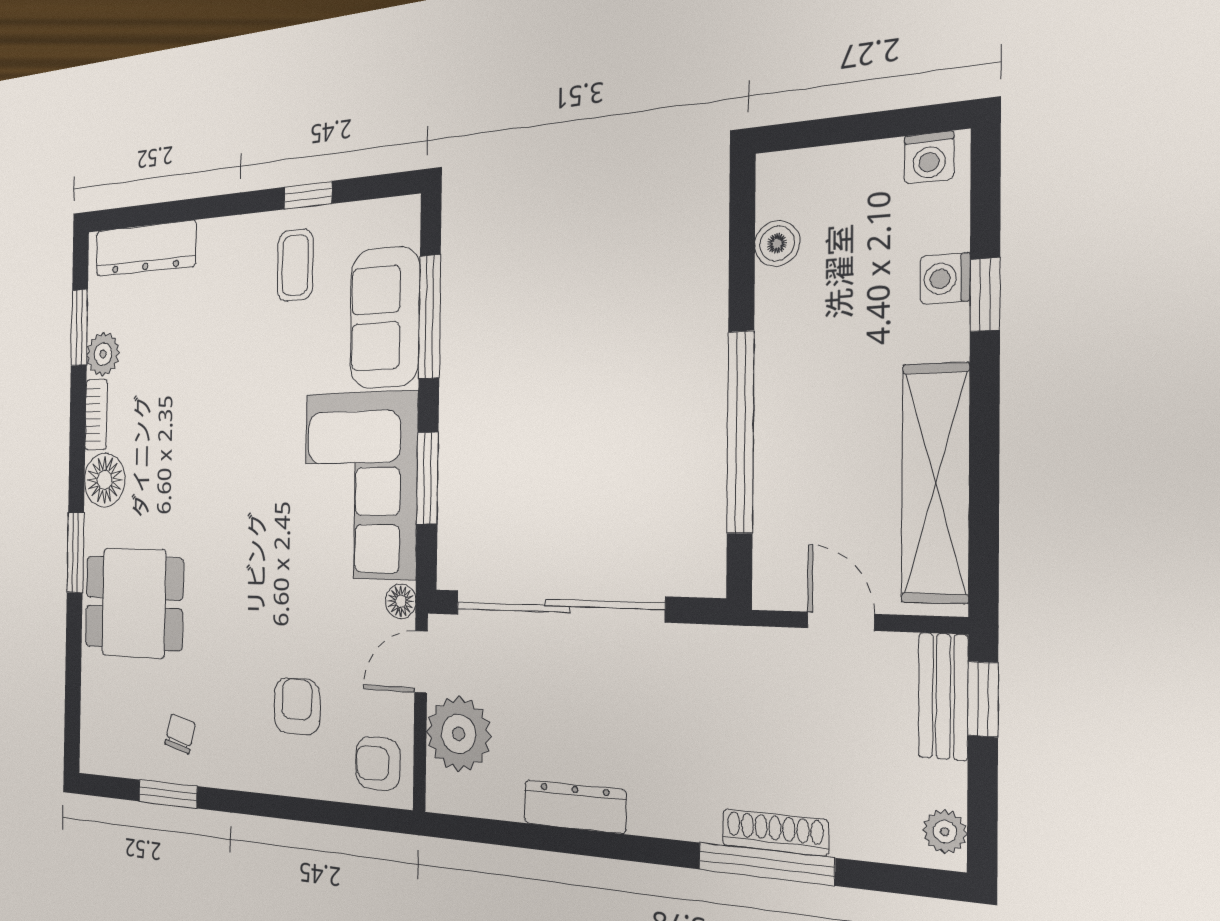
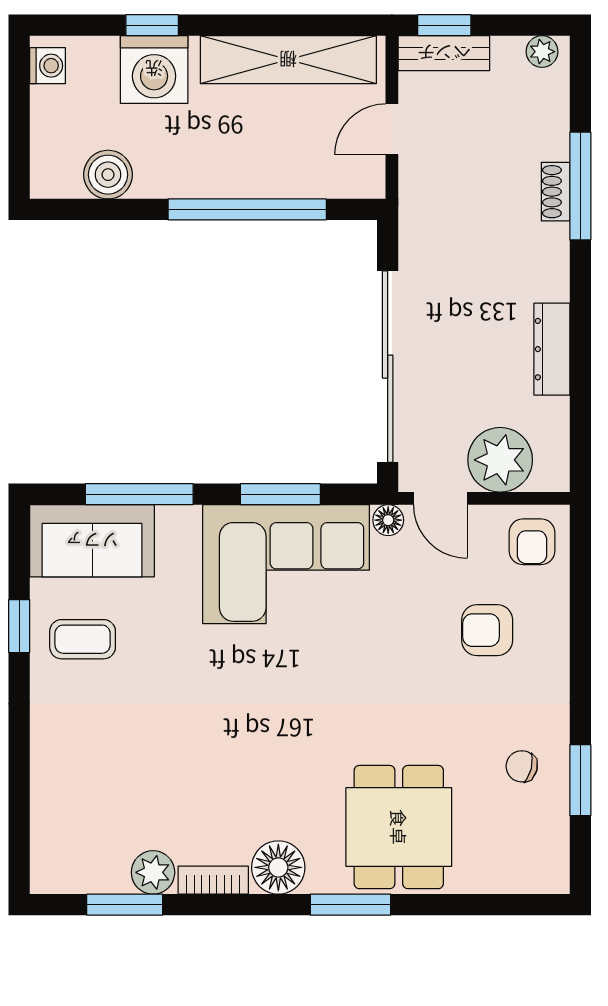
boiler: (777, 243) -> (108, 175), width x1.36, depth x1.36
dresser: (145, 249) -> (52, 820), removed
washing machine: (945, 278) -> (154, 69), width x1.89, depth x1.89
sofa: (385, 318) -> (92, 541), moved
shoe rack: (775, 832) -> (556, 192), width x0.70

